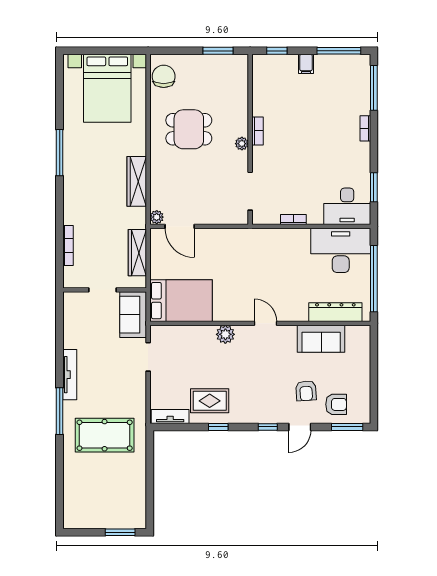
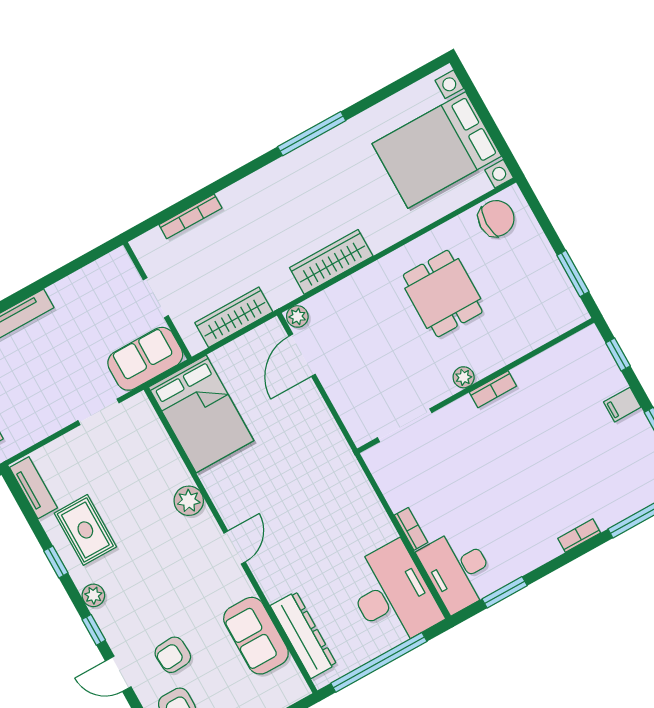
bookcase: (293, 220) -> (411, 529), moved
plant: (248, 417) -> (93, 595), added

